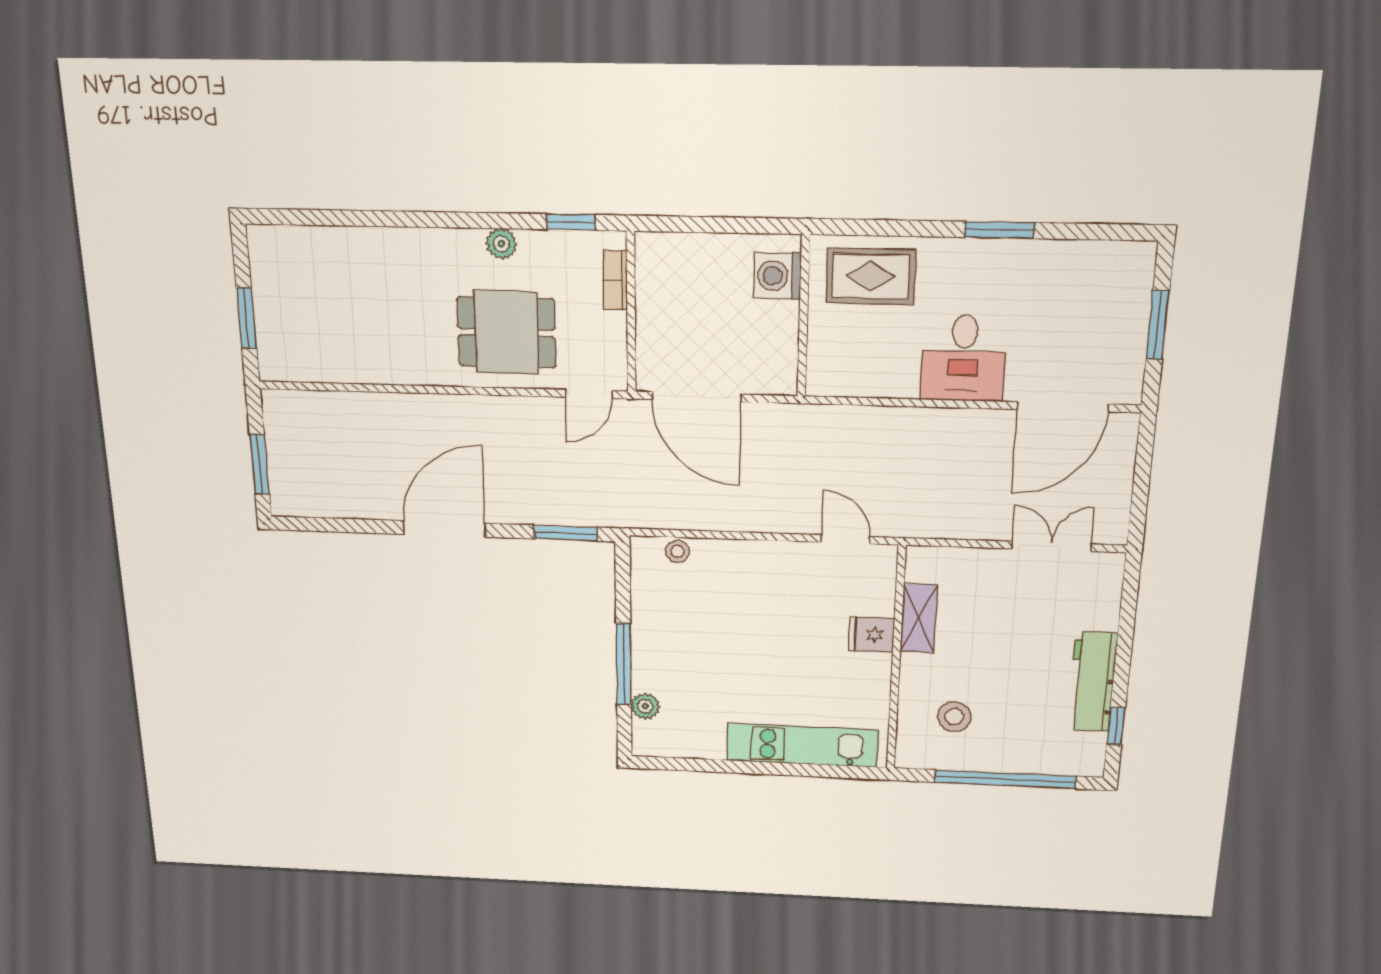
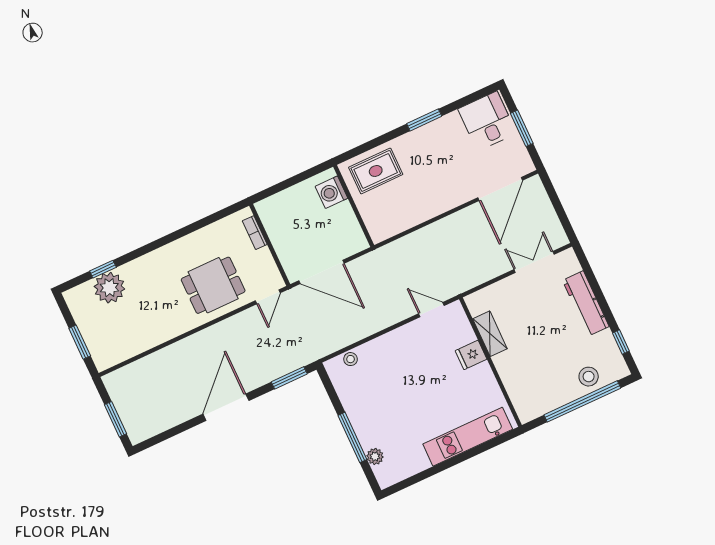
window: (571, 222) -> (103, 269), moved
plant: (501, 244) -> (109, 288), moved, width x1.87, depth x1.87
desk: (963, 358) -> (487, 121), moved, turned 180
workbench: (1092, 682) -> (586, 303), moved
stool: (954, 717) -> (589, 377), moved

